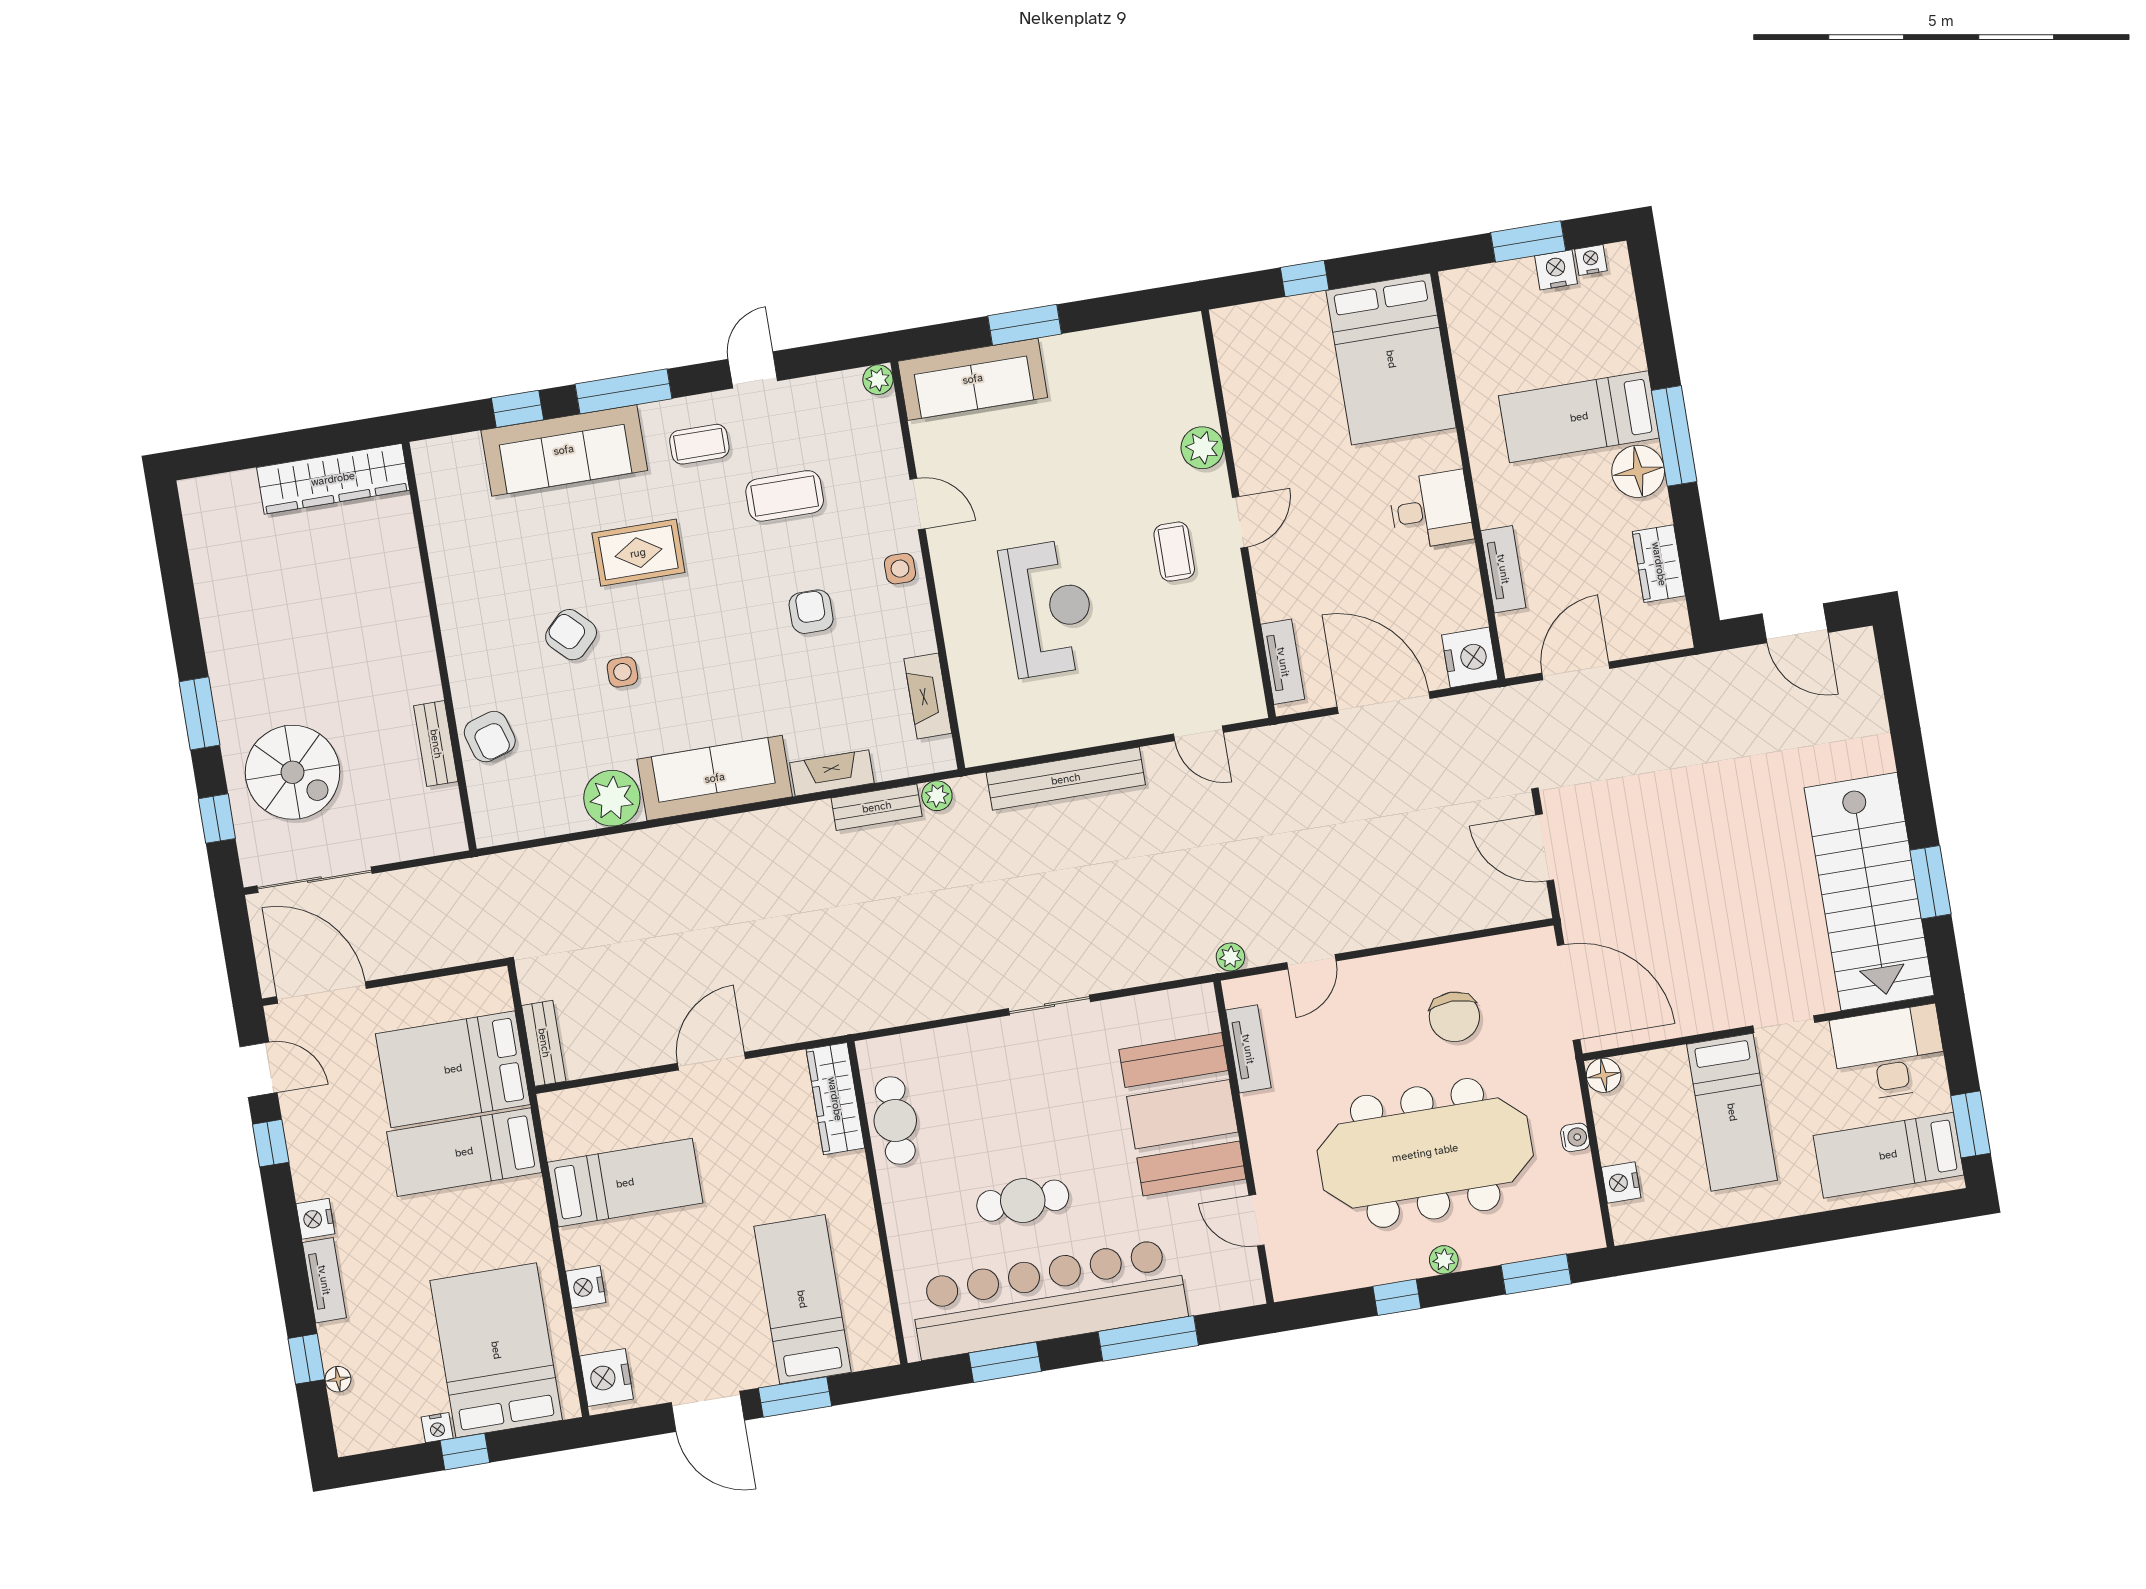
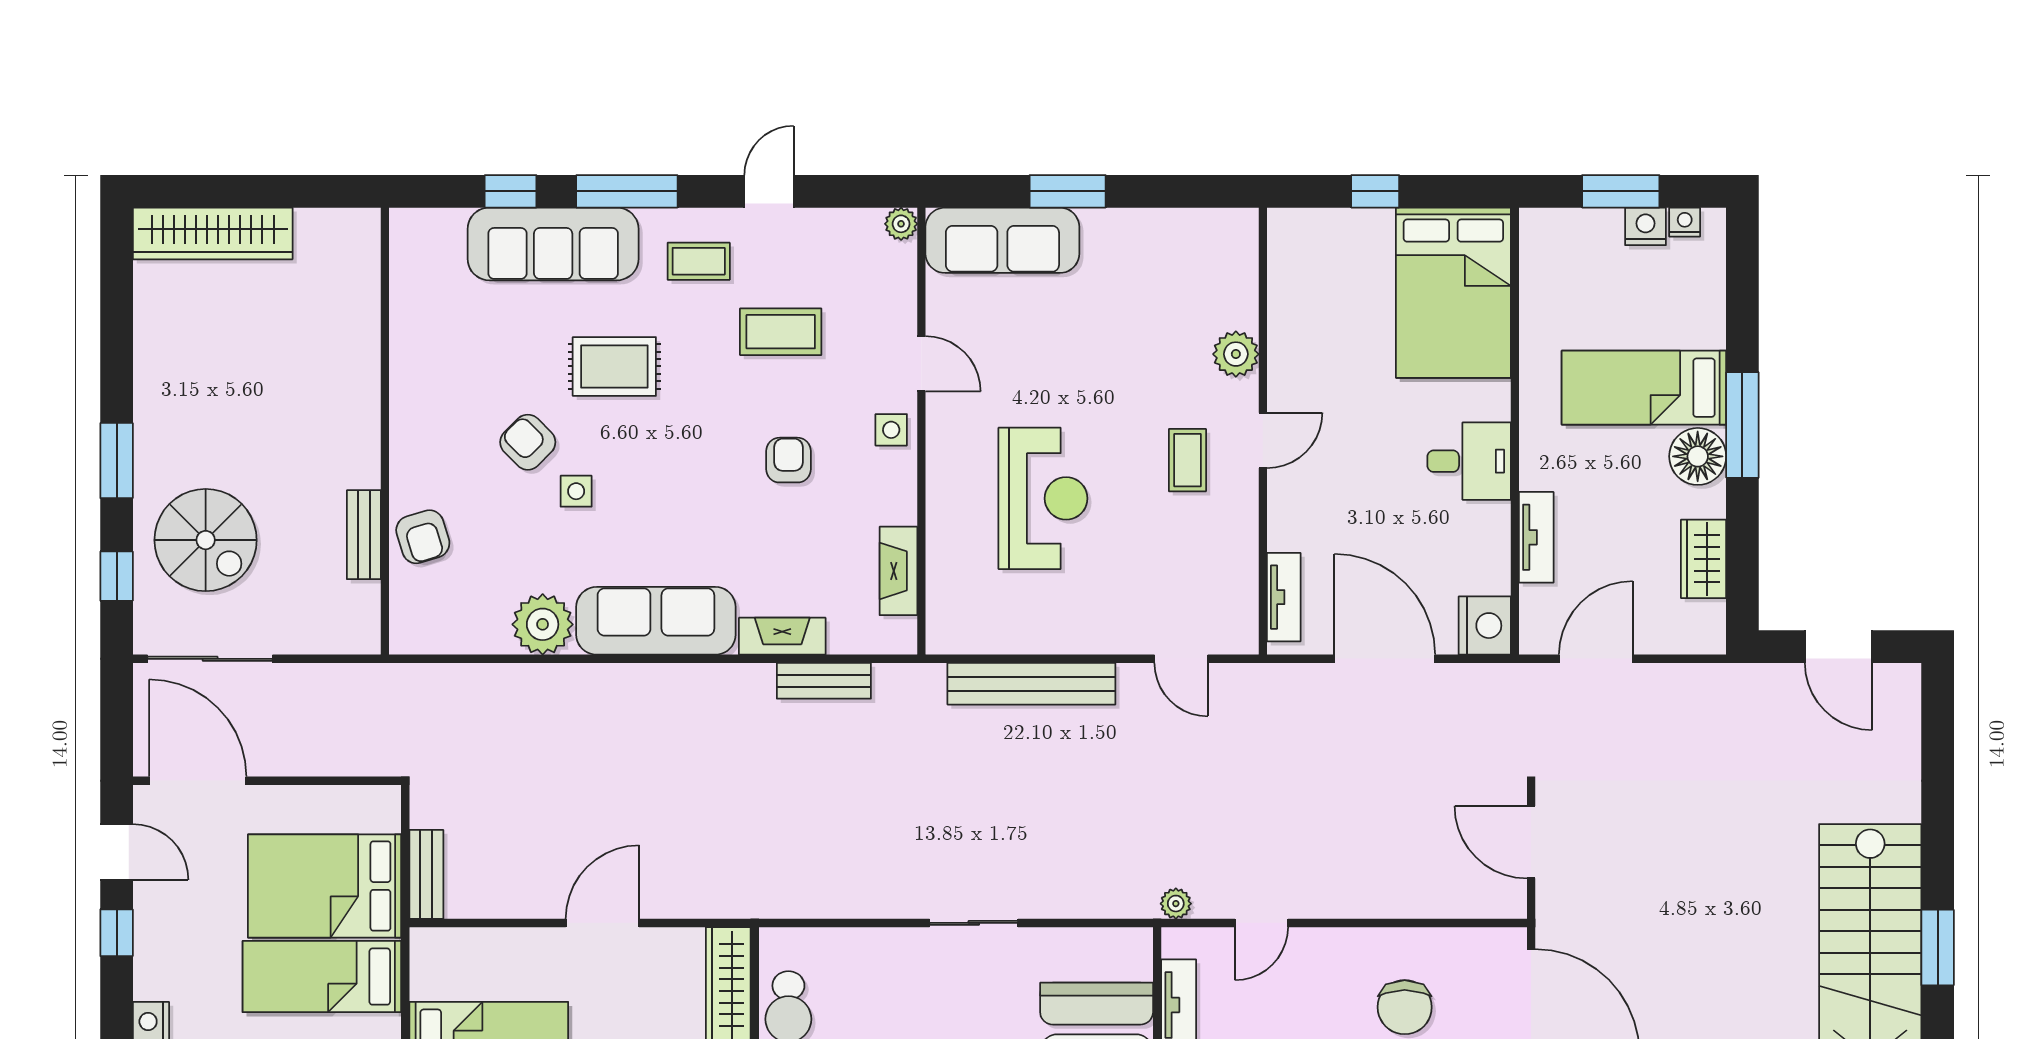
wardrobe: (333, 479) -> (213, 233), moved
plant: (937, 796) -> (890, 679), removed

